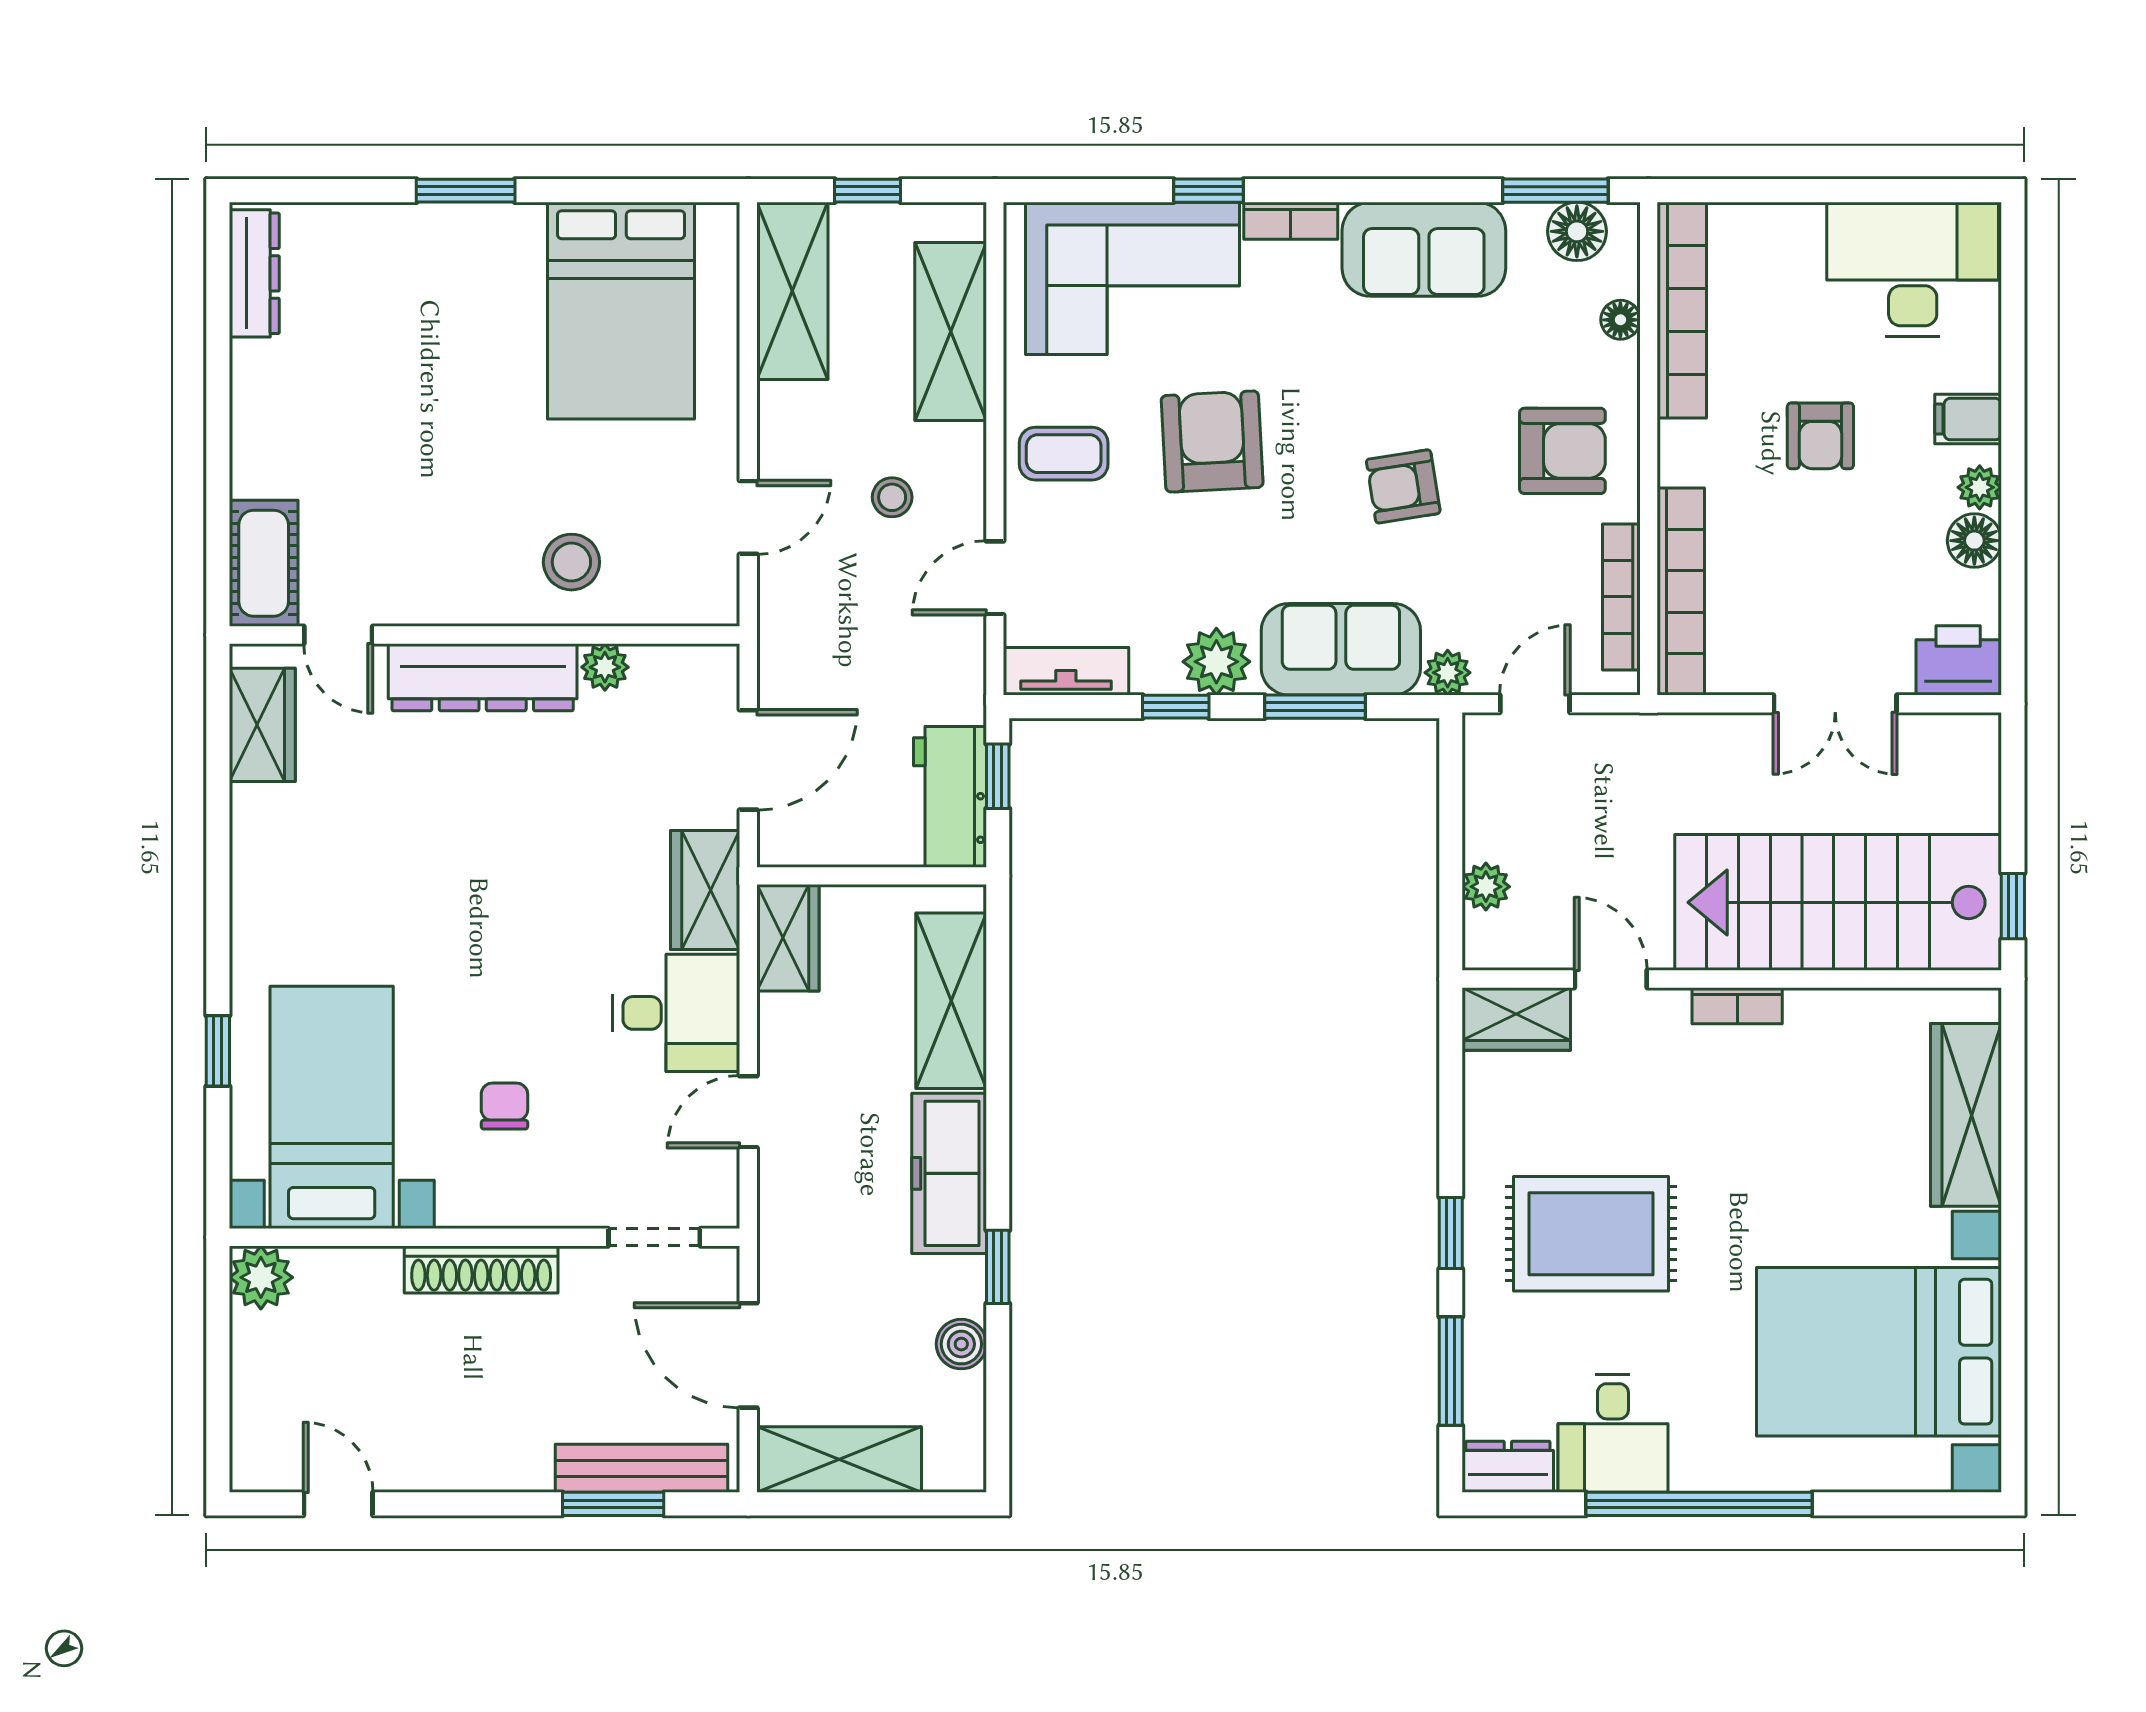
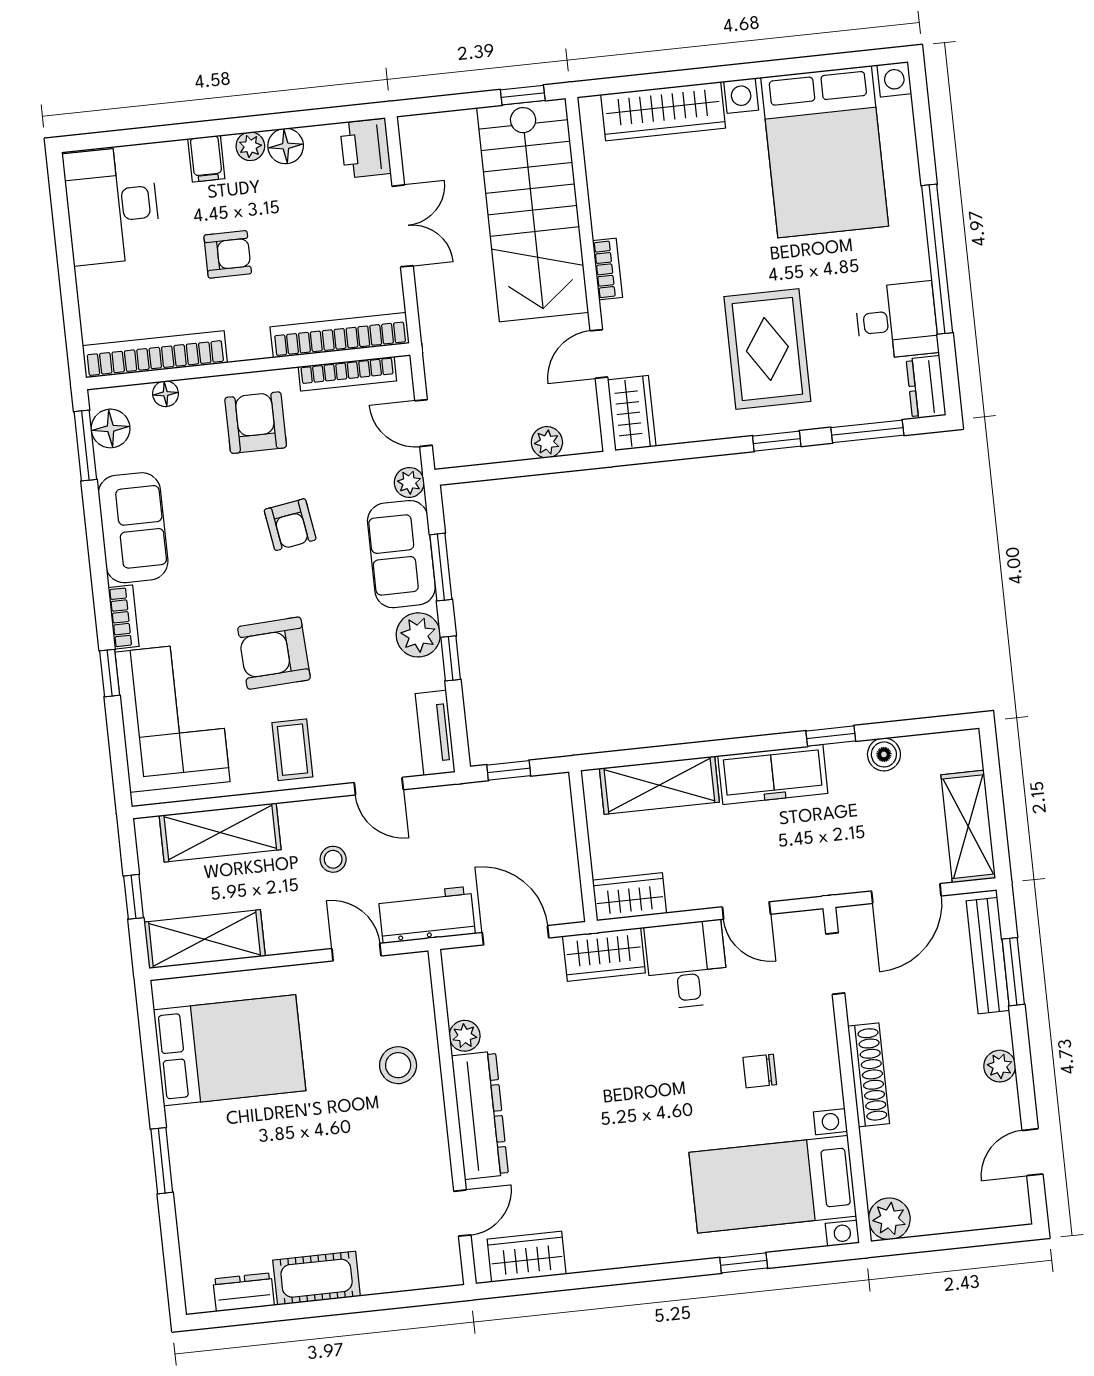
dresser: (254, 273) -> (244, 1292), width x0.70
cot: (264, 563) -> (317, 1278), moved
workbench: (950, 797) -> (427, 915), moved, turned 180
plant: (473, 1468) -> (1000, 1066), added

